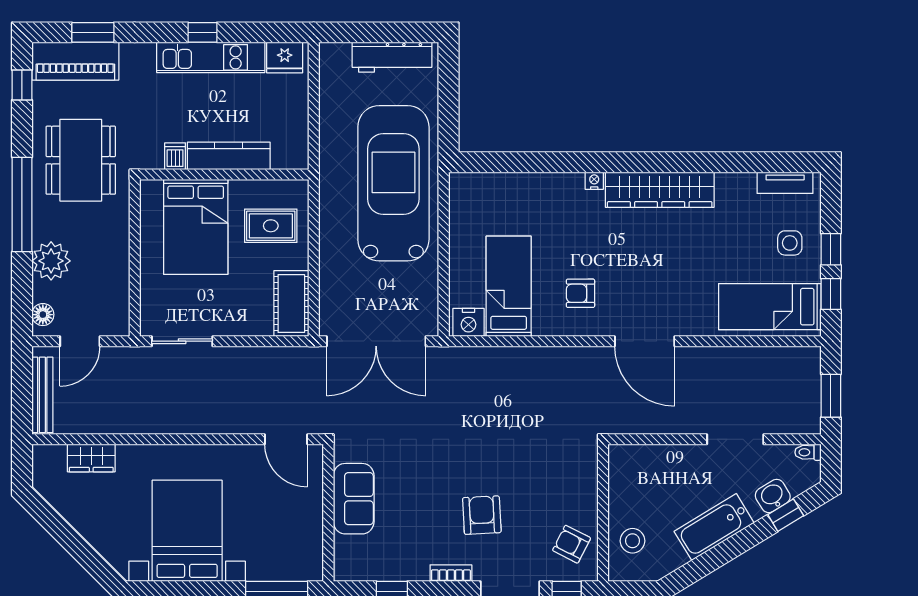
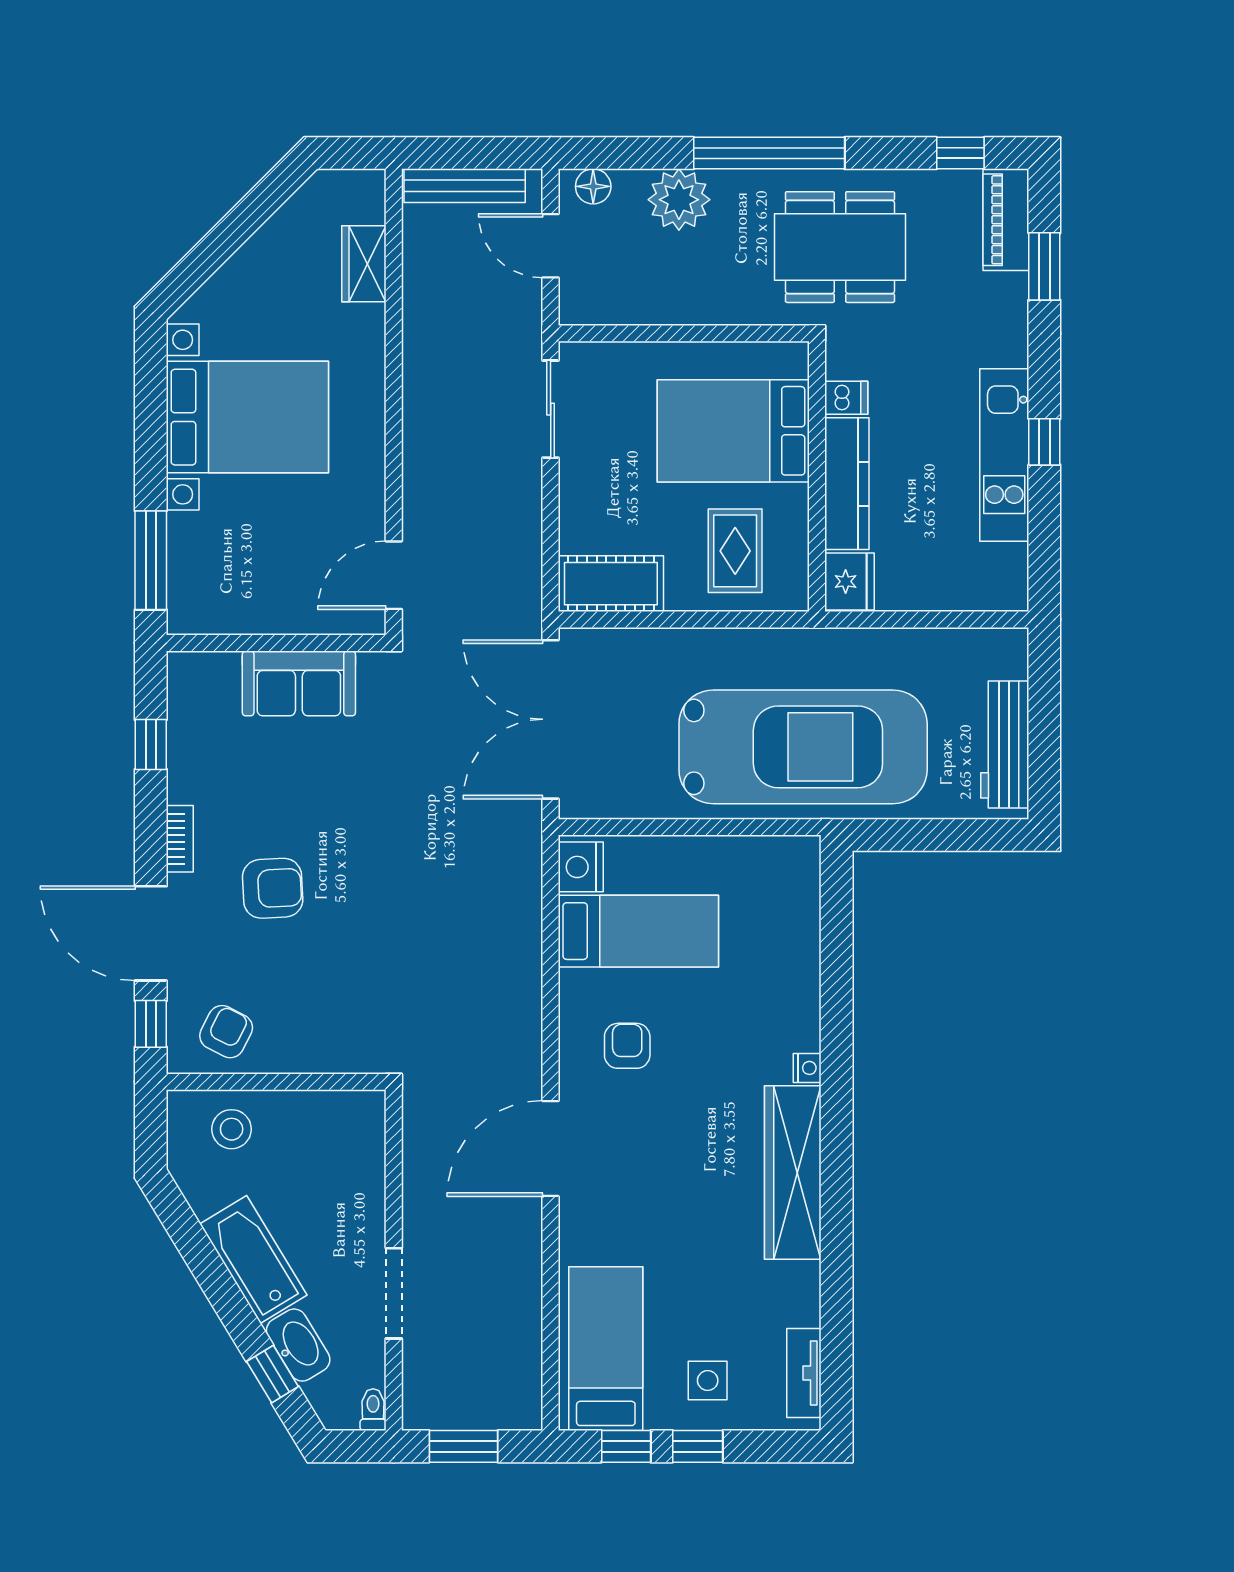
fridge: (285, 58) -> (849, 581), moved, turned 180
piano: (75, 61) -> (1006, 220), width x0.73, depth x0.75
washbasin: (773, 496) -> (298, 1345), width x1.38

